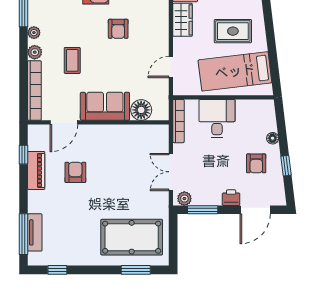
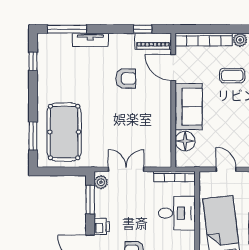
piano: (36, 170) -> (153, 41), moved
tv unit: (35, 232) -> (90, 40), moved

